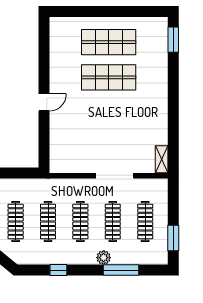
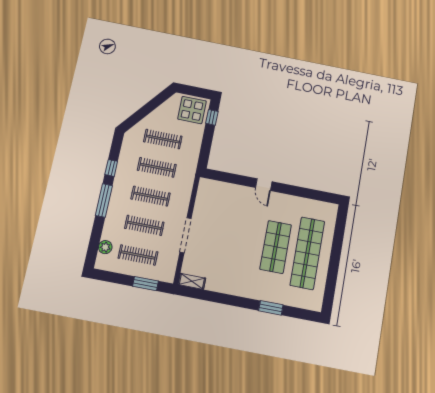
window: (173, 40) -> (271, 308), moved
shop shelf: (109, 42) -> (307, 253), width x1.40
window: (173, 238) -> (145, 284), moved
plant: (104, 258) -> (105, 247), moved
window: (121, 270) -> (104, 200), moved

